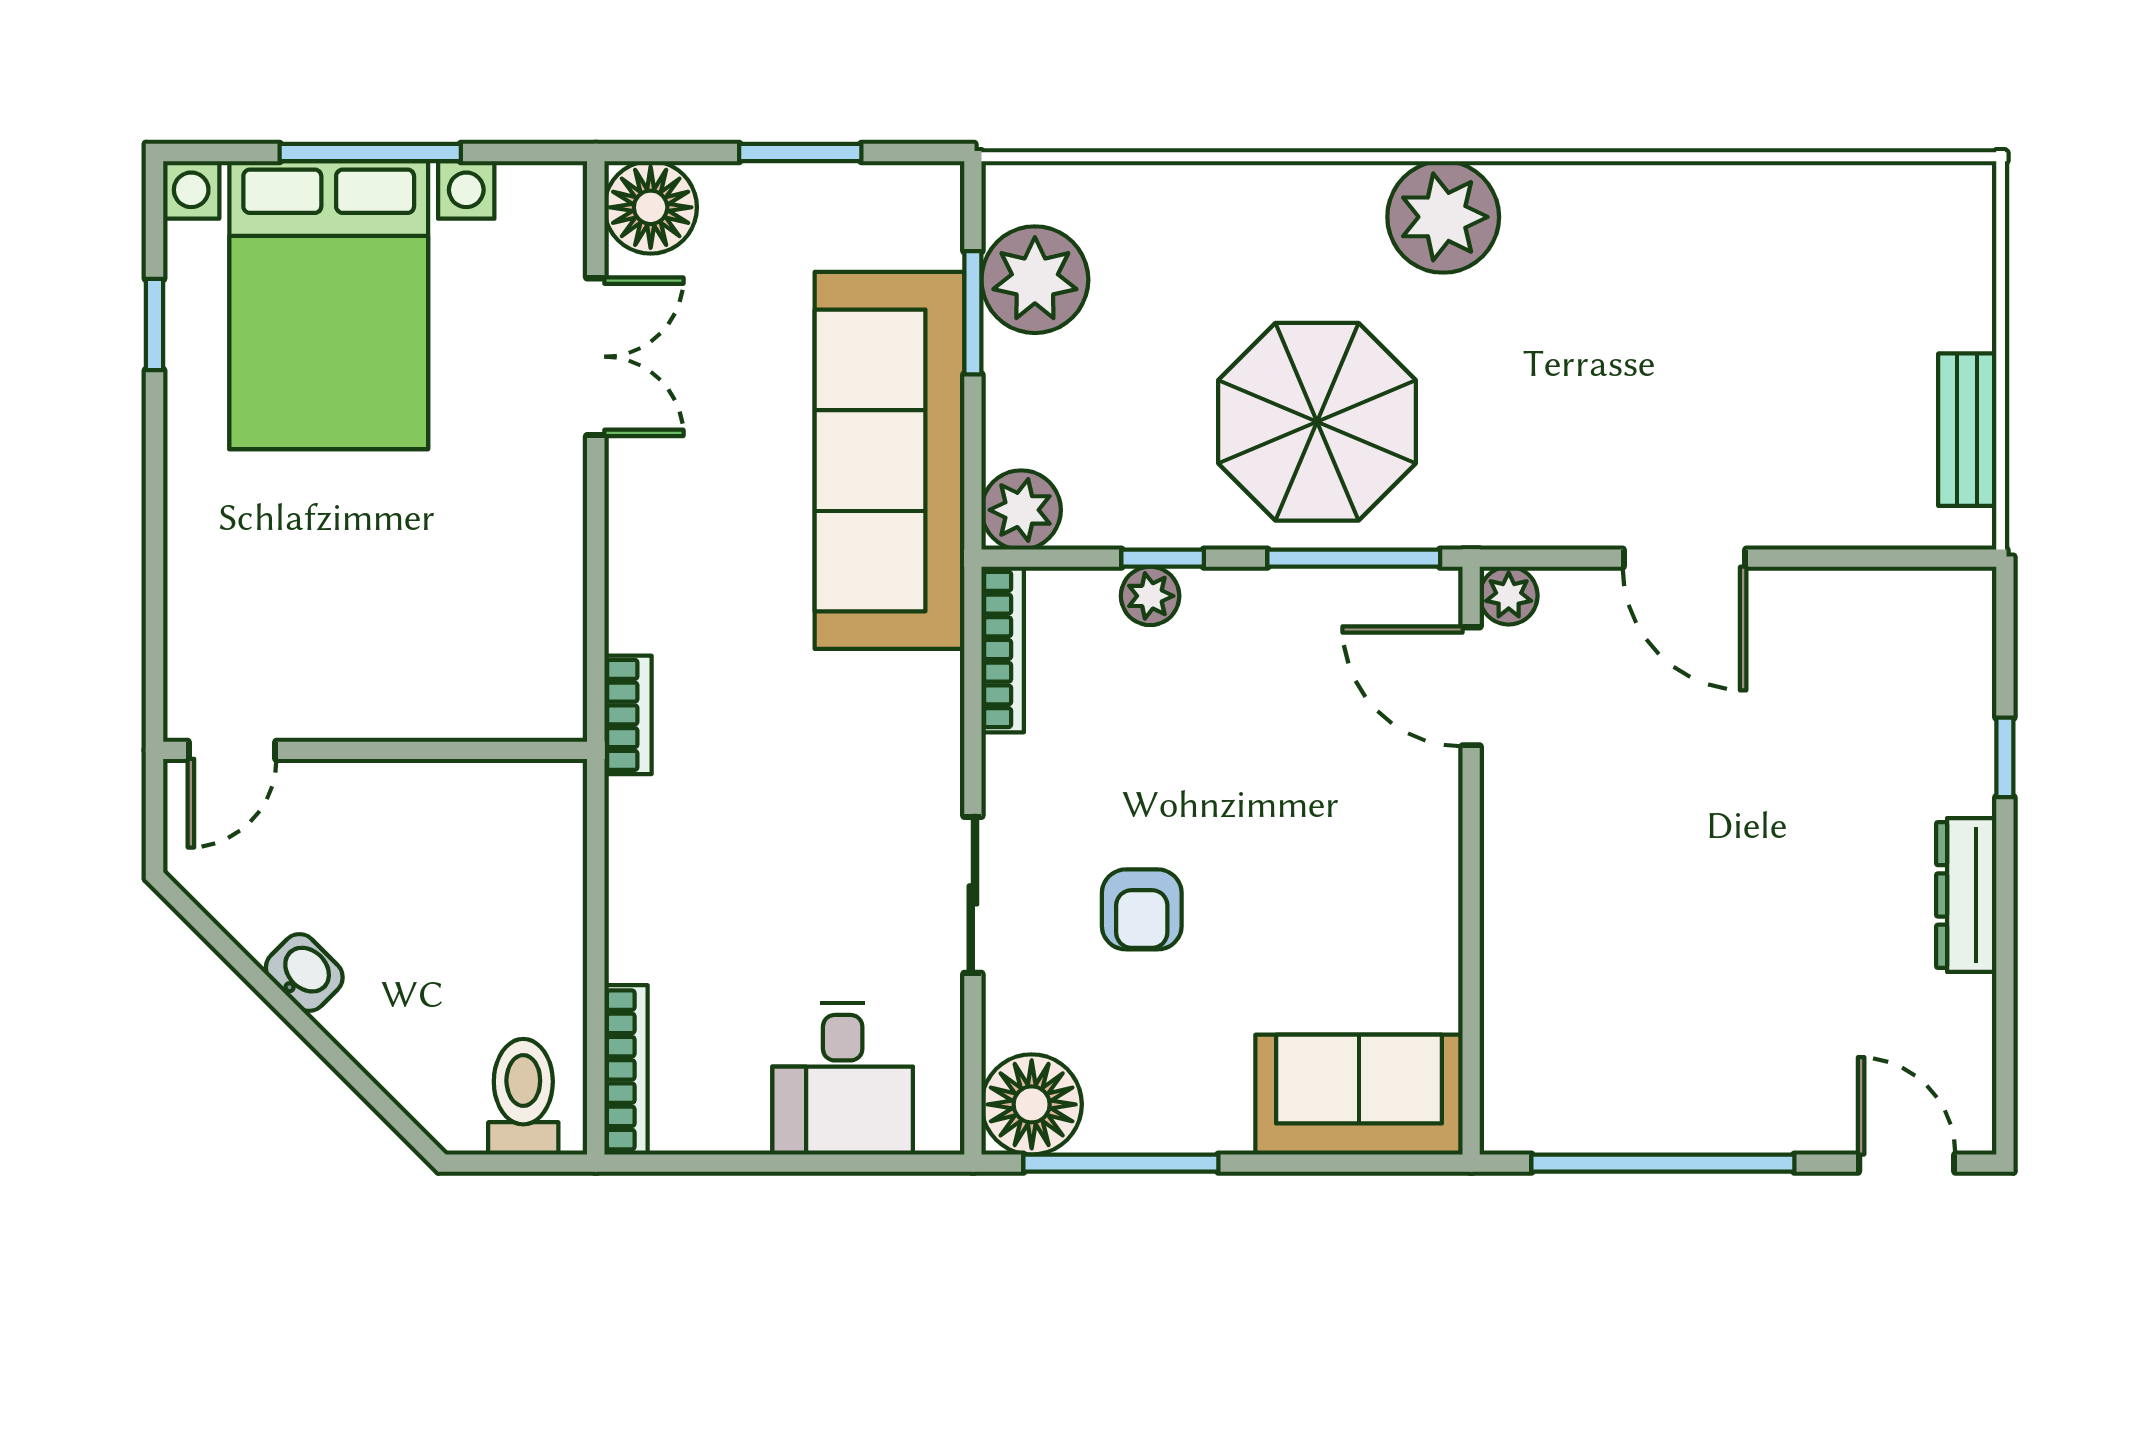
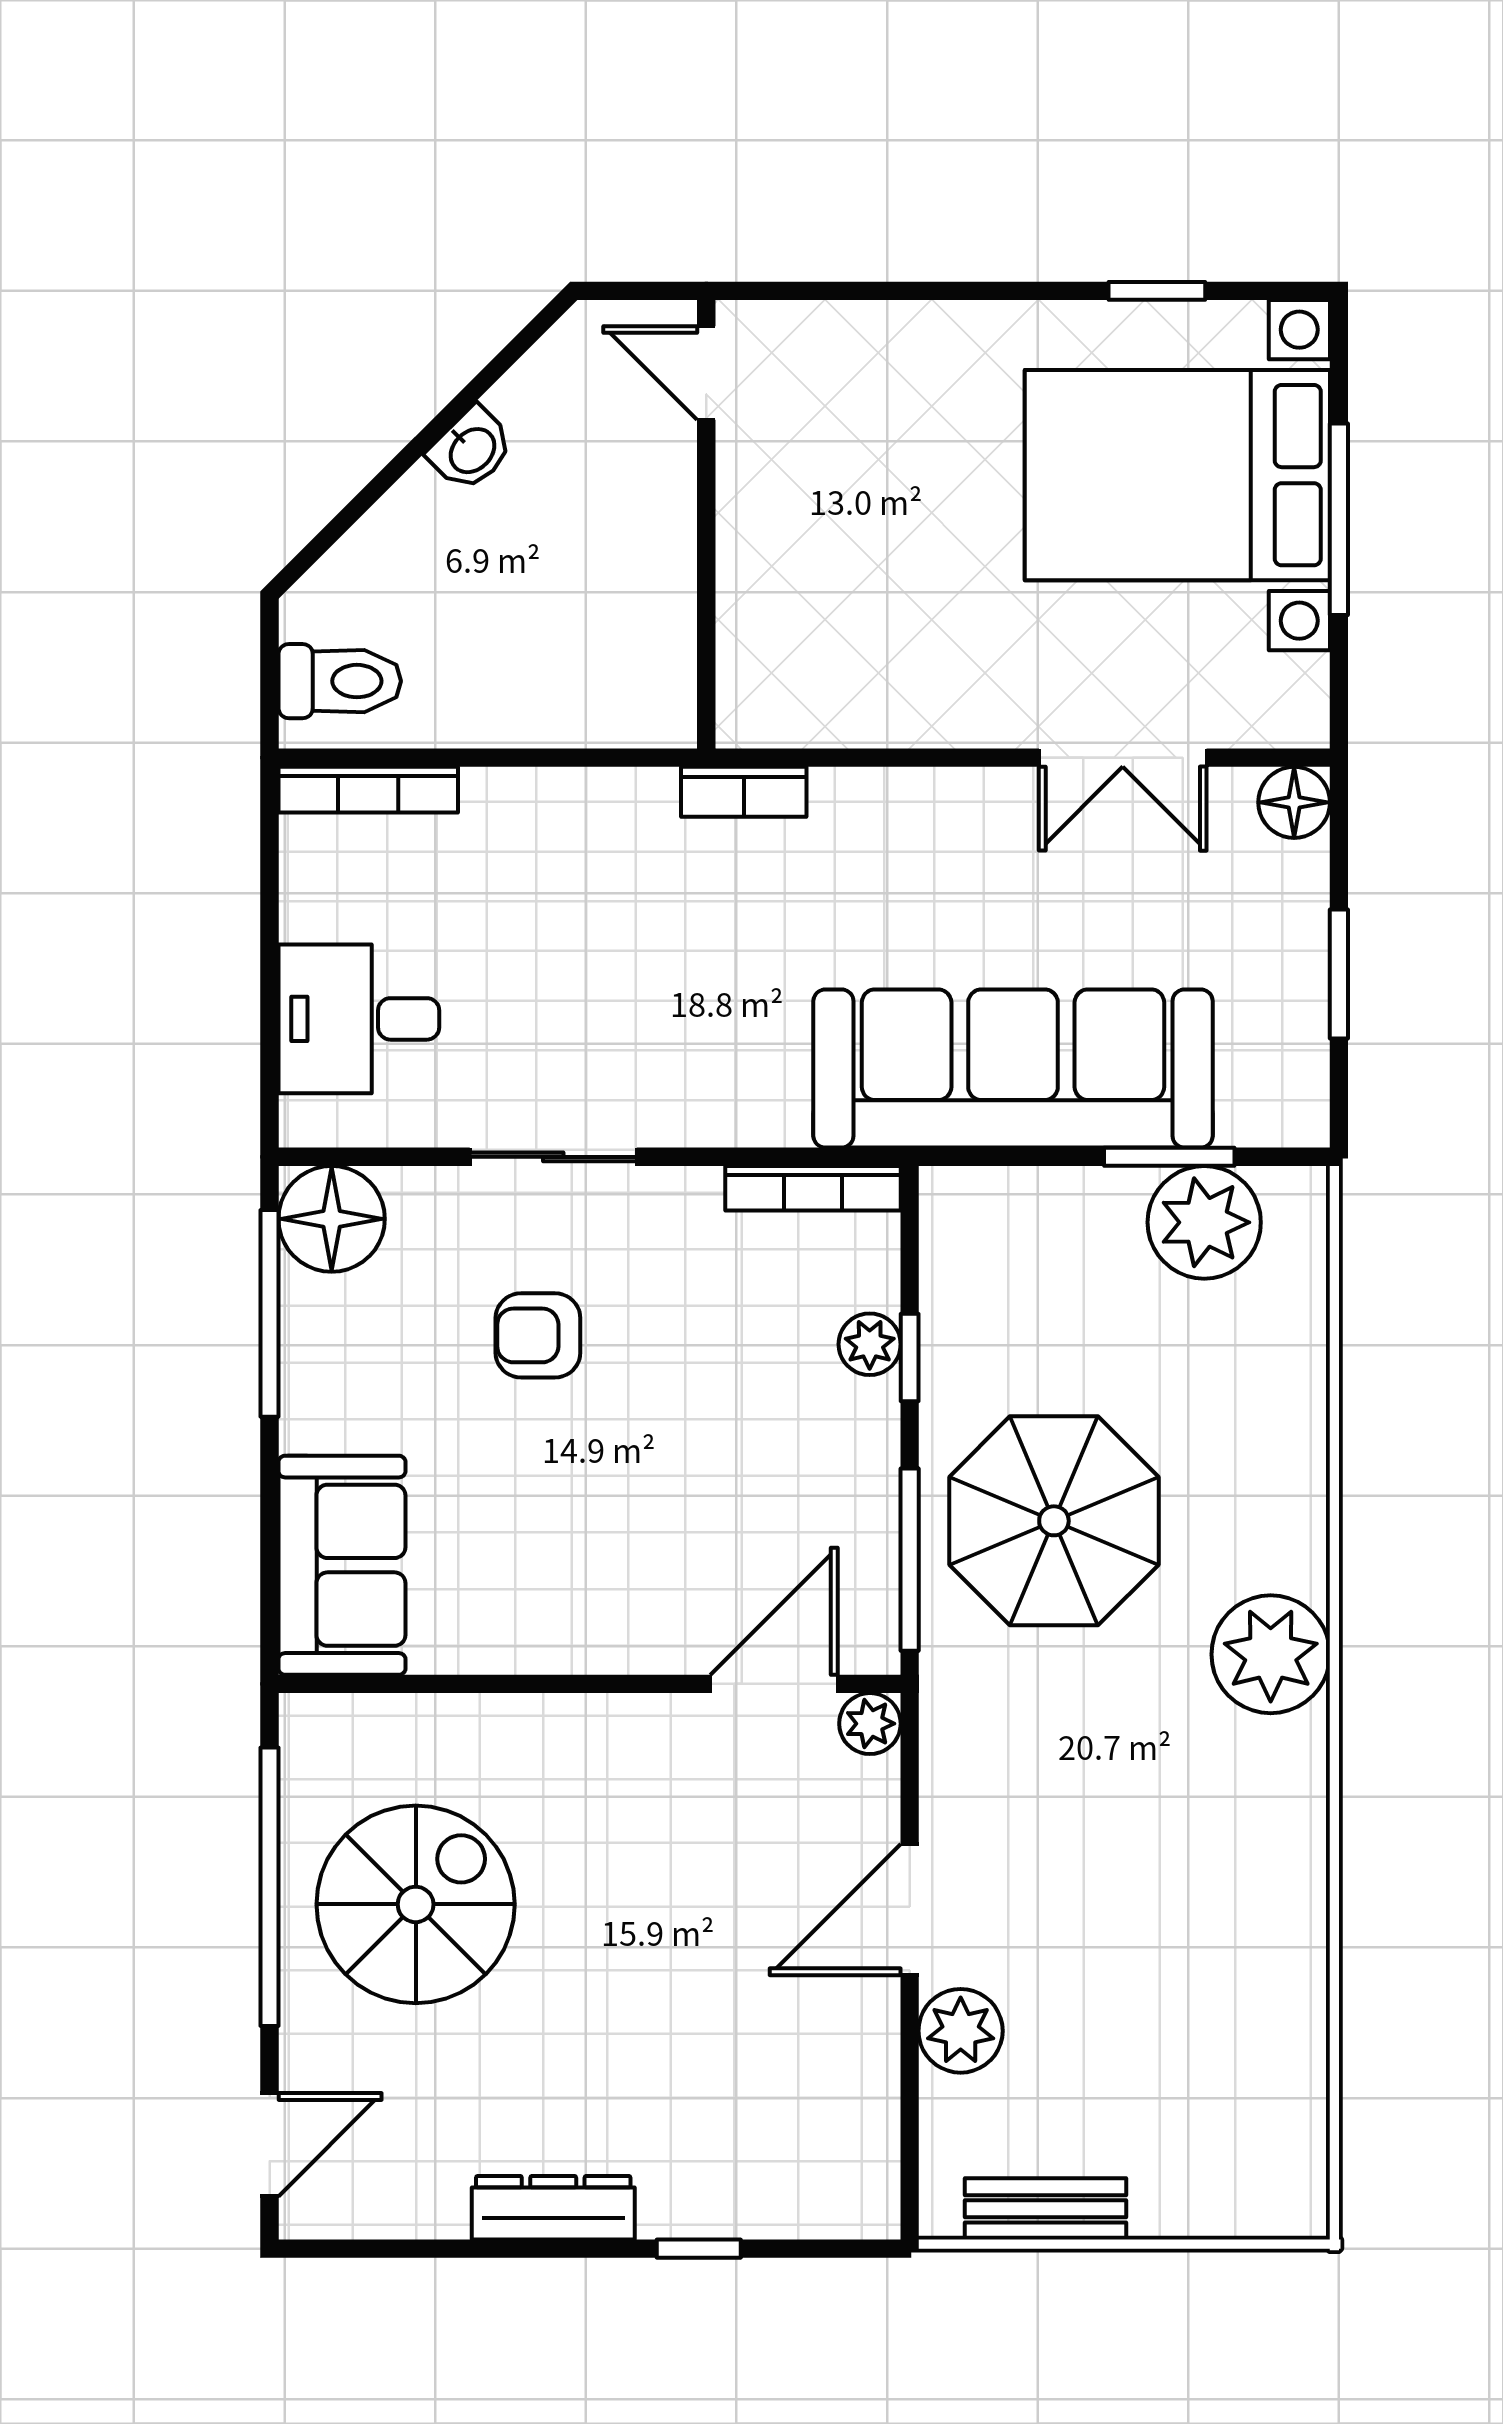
floor lamp: (651, 207) -> (1294, 802), width x0.73, depth x0.73
plant: (1021, 510) -> (961, 2031), moved
spiral stairs: (1680, 1025) -> (416, 1904), added

